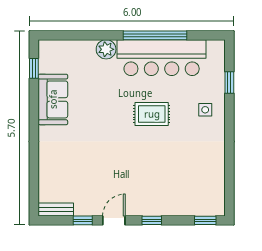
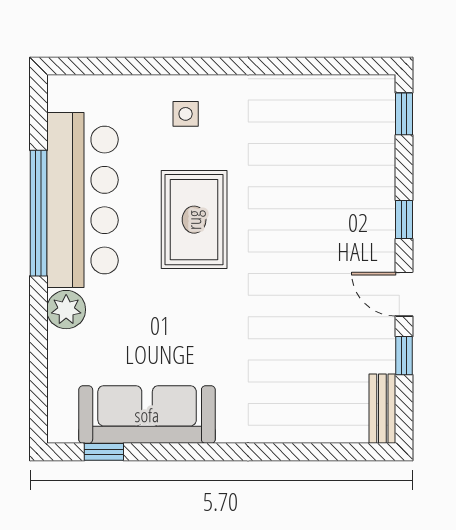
window: (229, 83) -> (132, 66), removed
sofa: (53, 99) -> (147, 415), width x1.36
rug: (152, 114) -> (194, 220), width x1.36, depth x1.43

